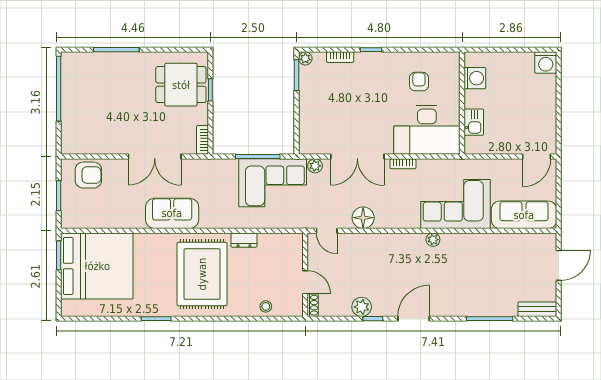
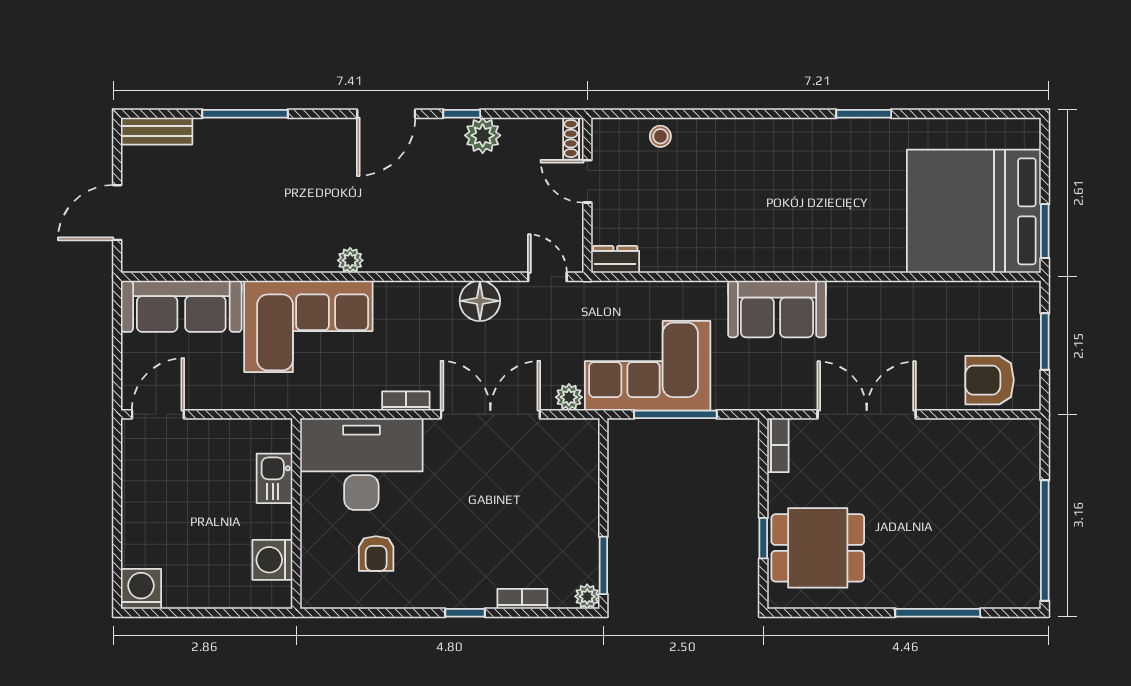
sofa: (172, 213) -> (777, 309), moved
dresser: (244, 240) -> (615, 259), moved
rug: (202, 274) -> (779, 196), removed

